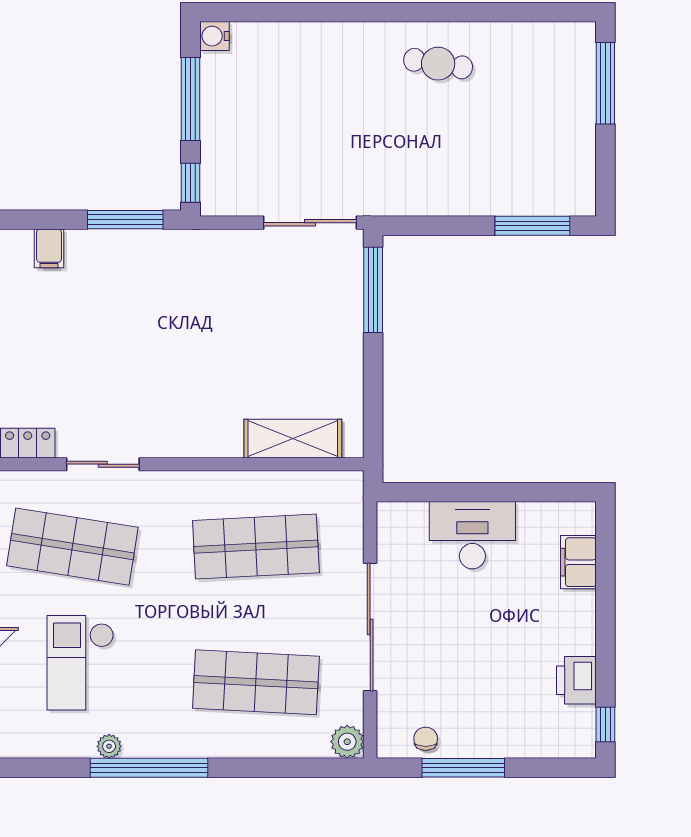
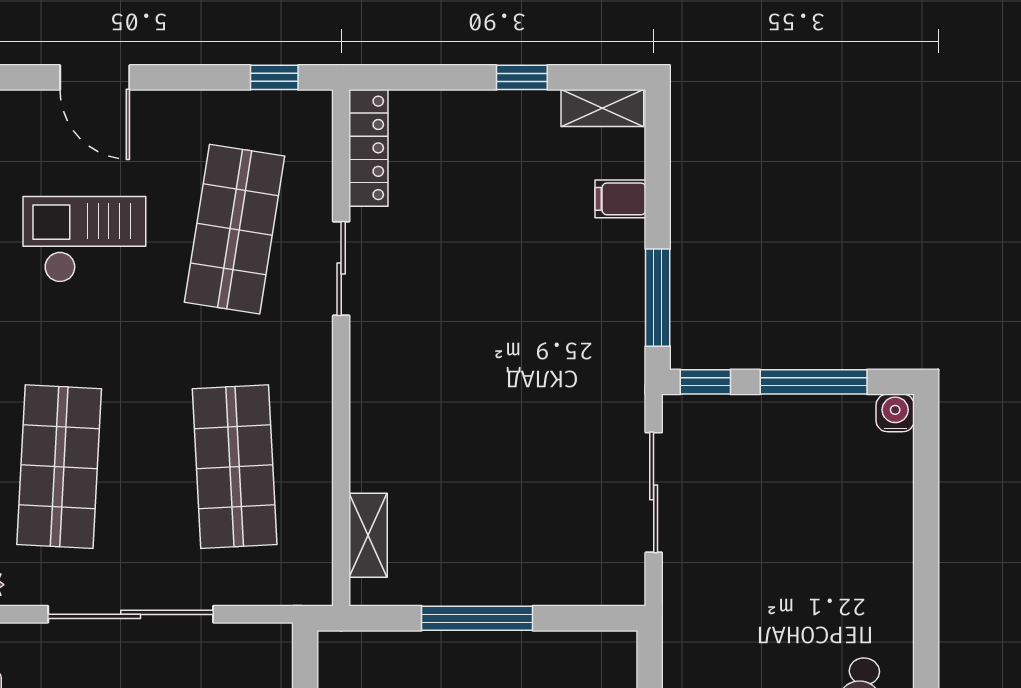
sliding door: (310, 223) -> (654, 492), moved
window: (373, 290) -> (477, 618), moved
shelving: (293, 439) -> (368, 535), width x0.67, depth x0.75

